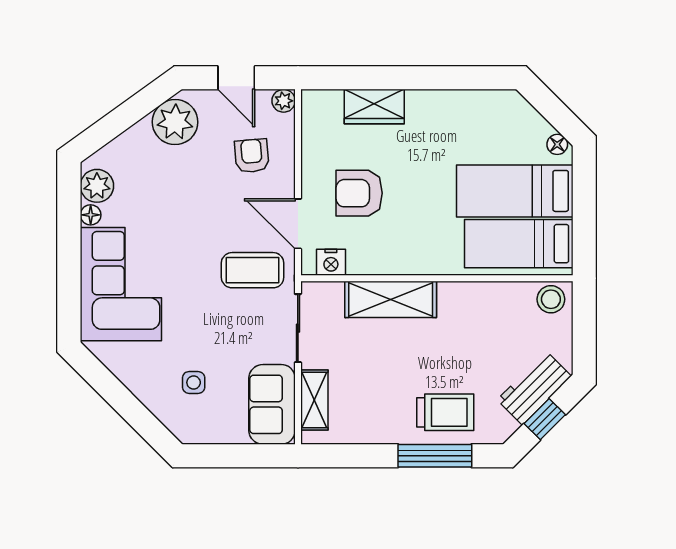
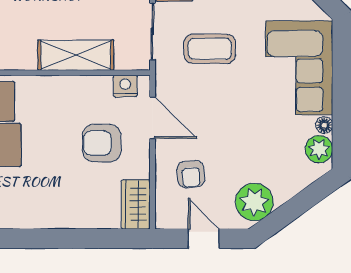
plant: (284, 101) -> (164, 220), removed
wardrobe: (374, 107) -> (136, 204), moved, turned -90
armchair: (359, 193) -> (102, 143), turned 180
coffee table: (253, 270) -> (210, 49), moved

